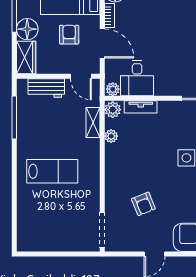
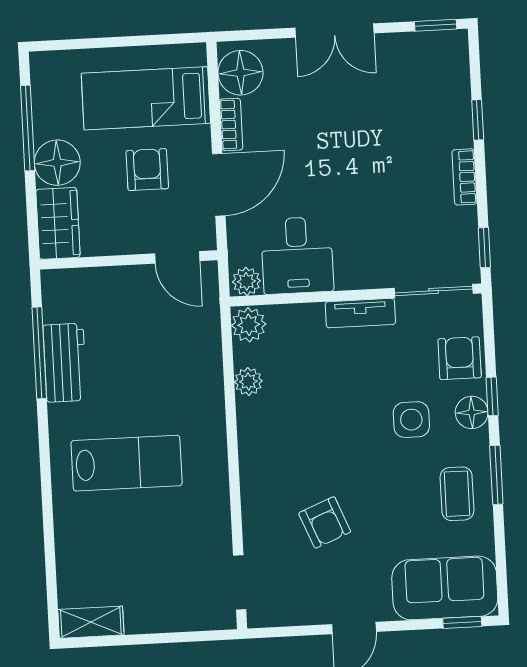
door: (102, 43) -> (219, 185), hinge flipped
workbench: (46, 88) -> (65, 363), moved, turned -90
tv unit: (141, 107) -> (360, 313), moved
shelving: (93, 123) -> (91, 622), moved, turned 90
doorway: (102, 230) -> (240, 583), width x0.73

